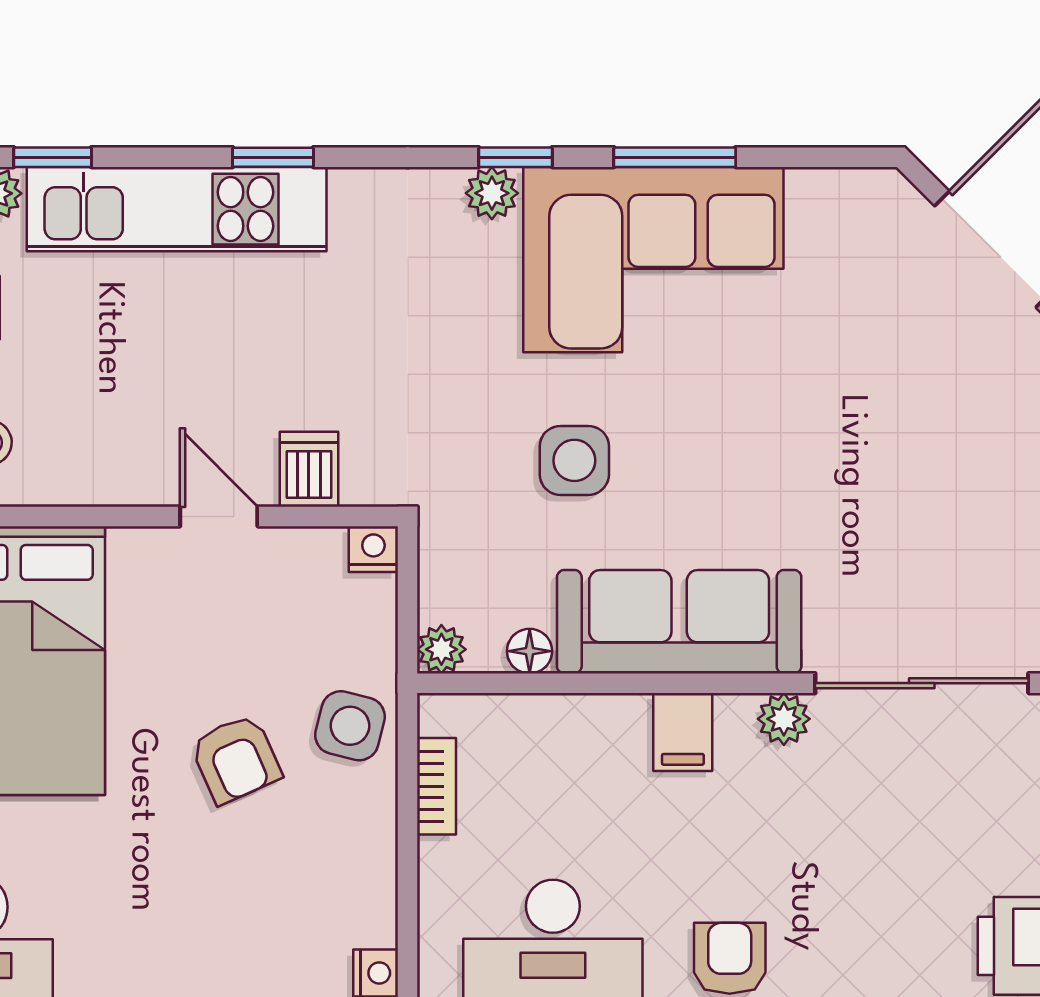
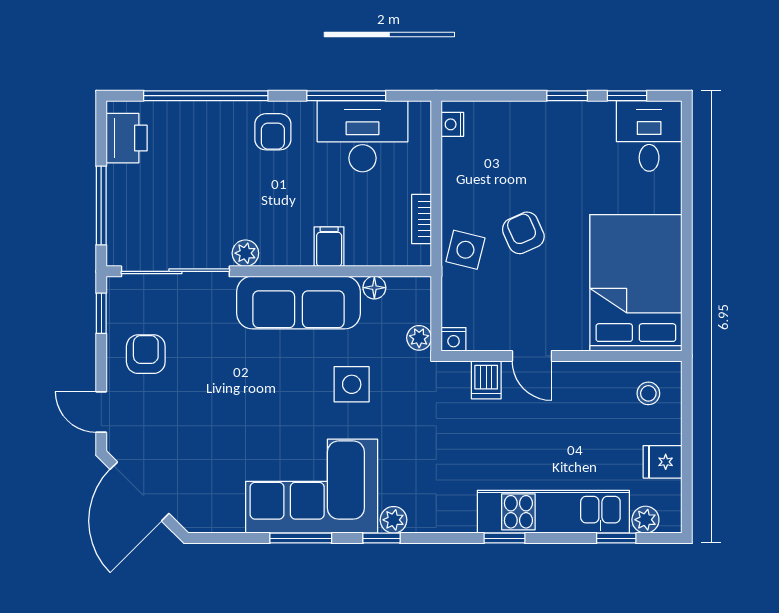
armchair: (980, 520) -> (146, 354), added
plant: (441, 649) -> (419, 338), moved
filing cabinet: (683, 732) -> (329, 247), moved

